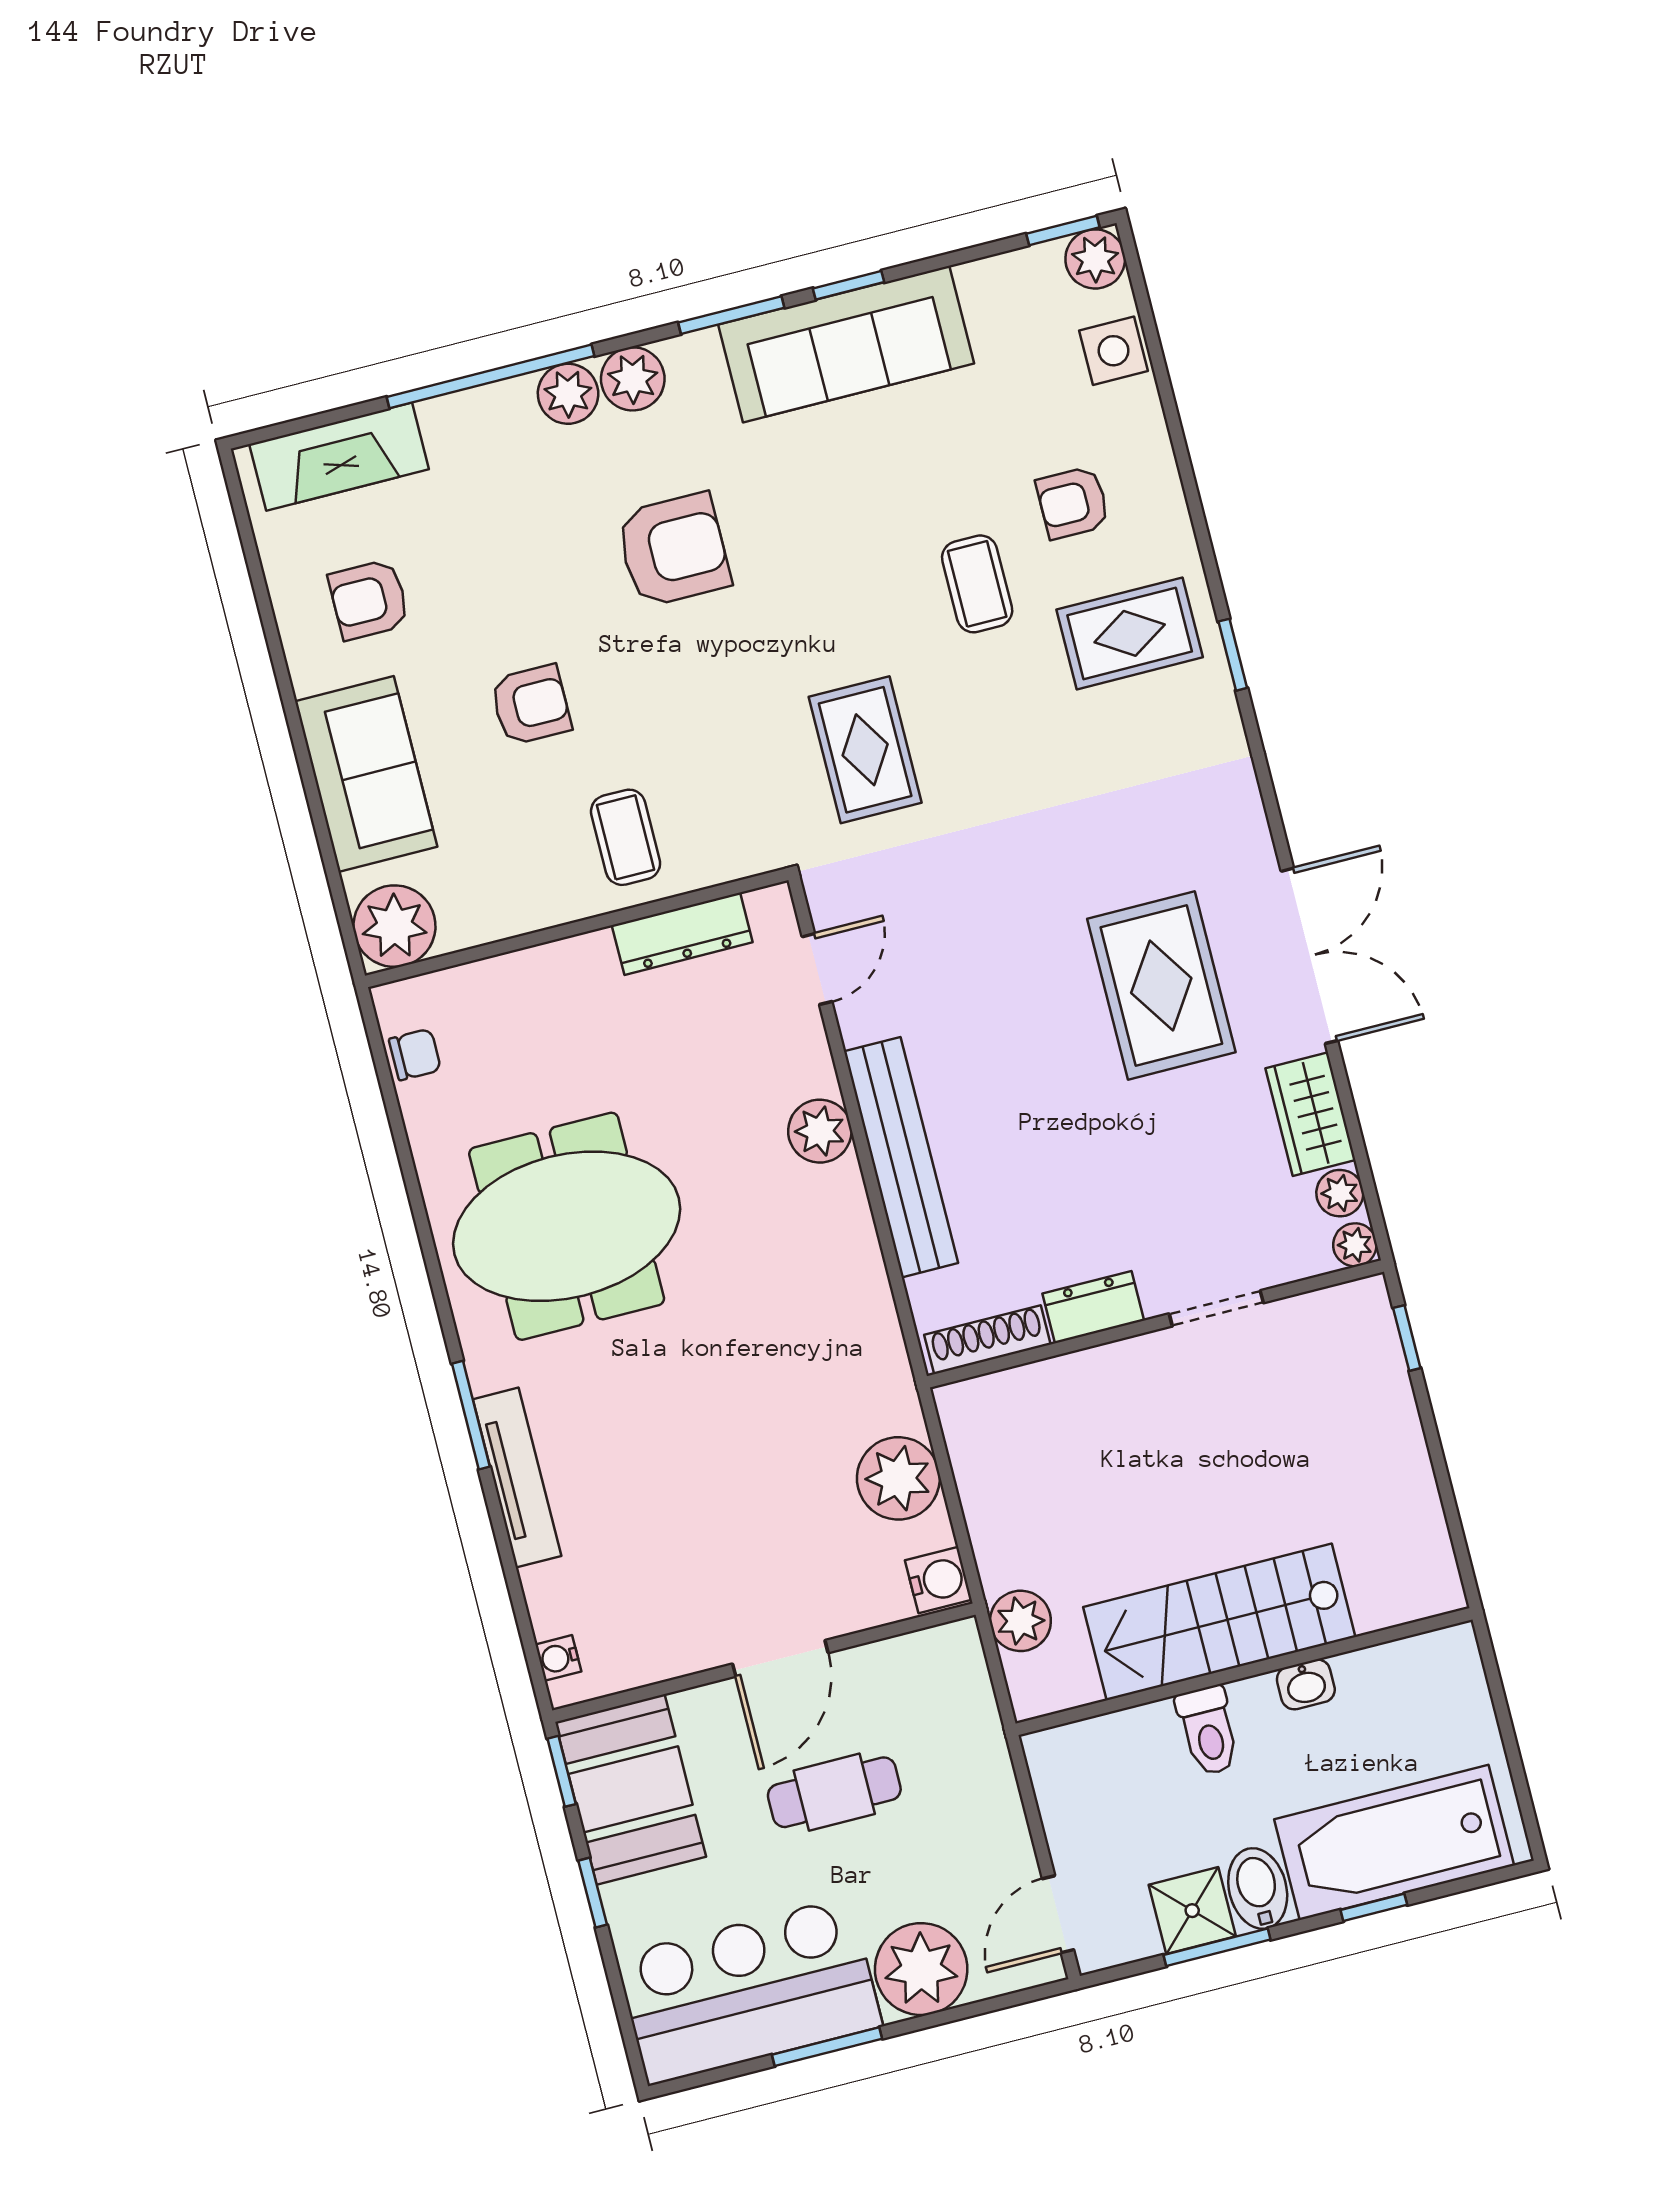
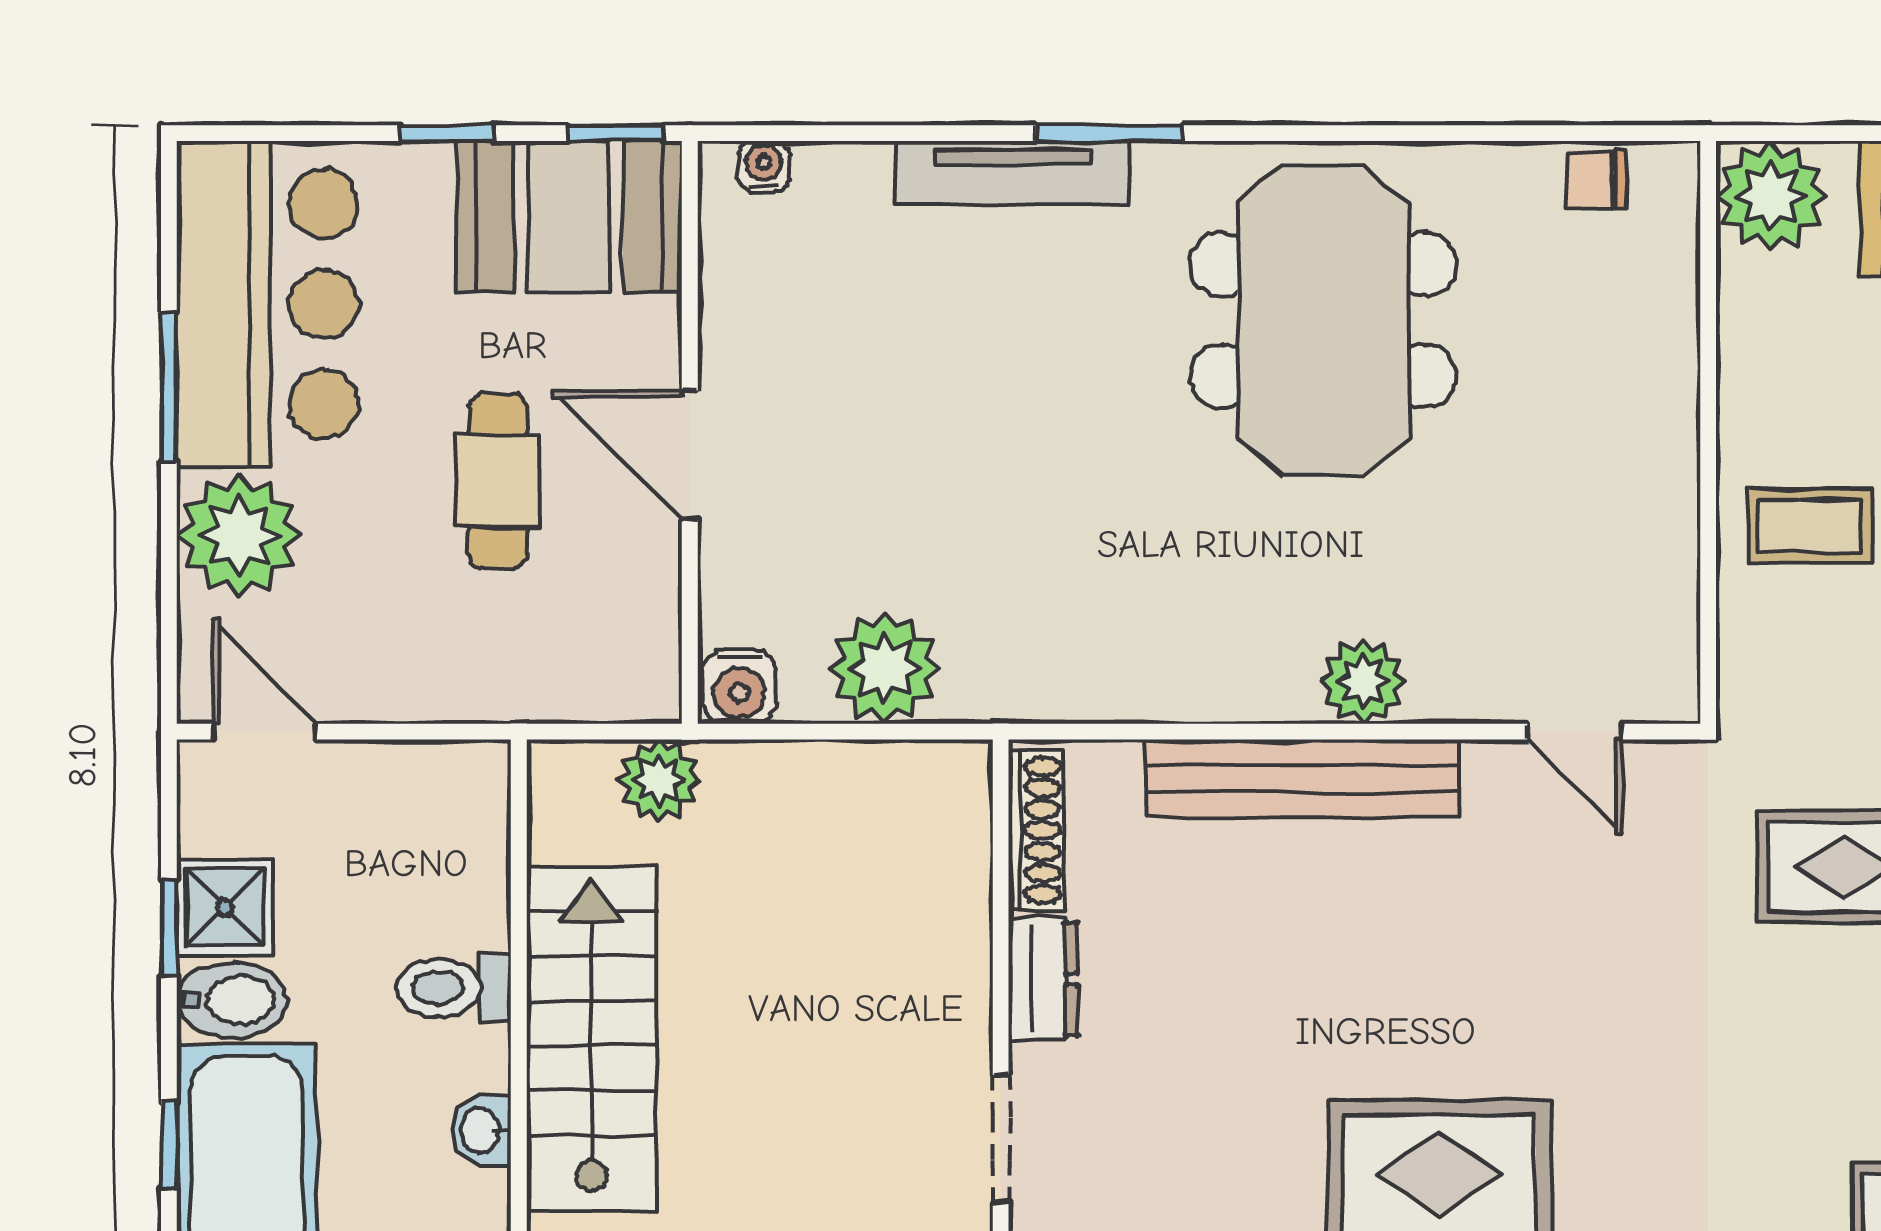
dresser: (682, 934) -> (1665, 568), removed
chair: (415, 1055) -> (1597, 180), turned 90
window: (1217, 1947) -> (169, 928), width x0.67

